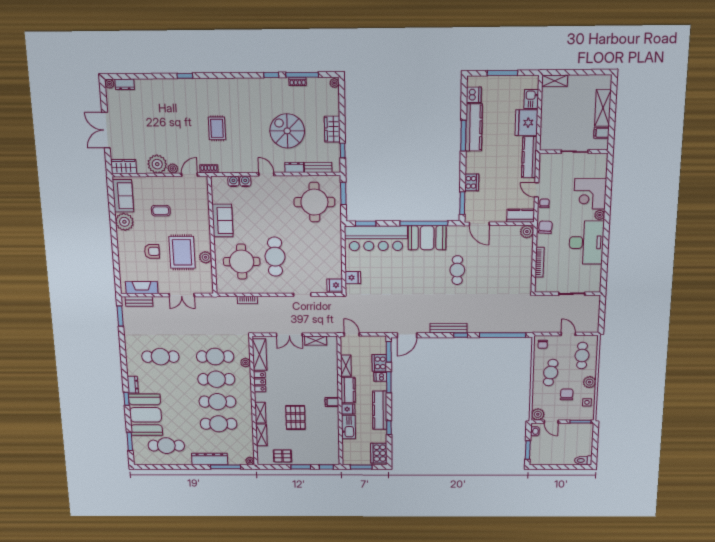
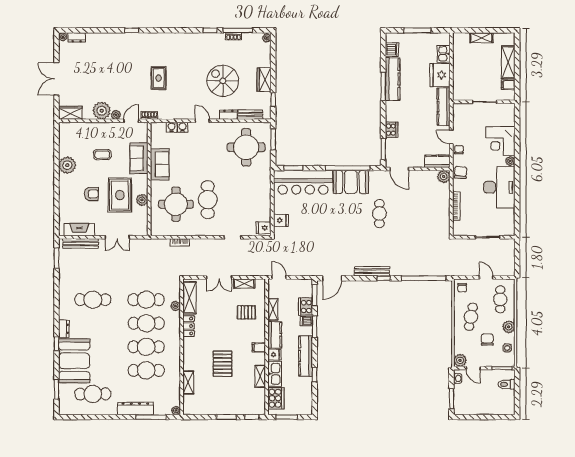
shelving: (555, 81) -> (481, 38), moved
sofa: (123, 196) -> (139, 158), moved, turned 180
bench: (139, 301) -> (80, 243), width x1.36
shelving: (260, 413) -> (260, 376), moved
cooker: (379, 453) -> (276, 398), moved, turned 180
pallet: (282, 456) -> (246, 312), moved
toilet: (583, 460) -> (506, 384), moved

